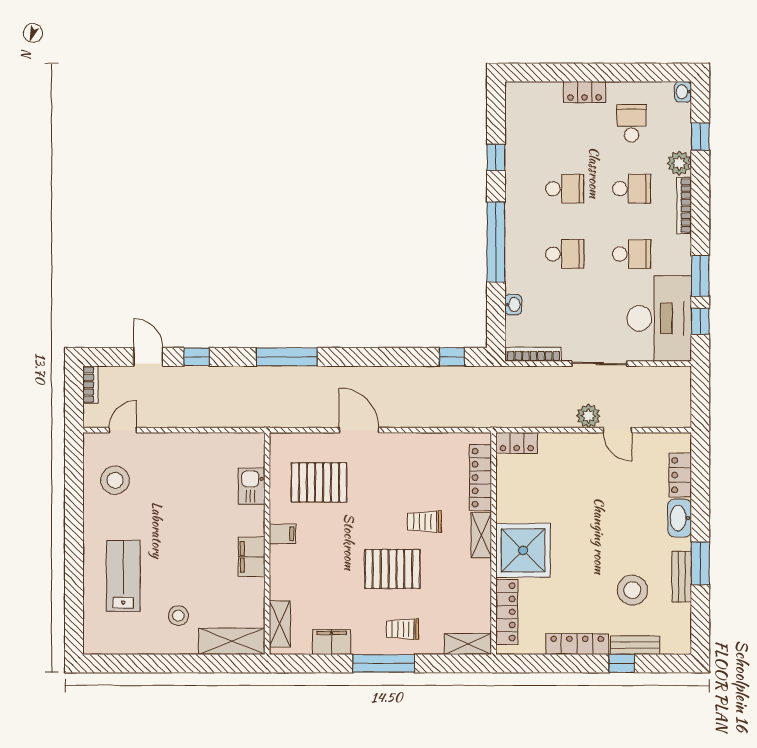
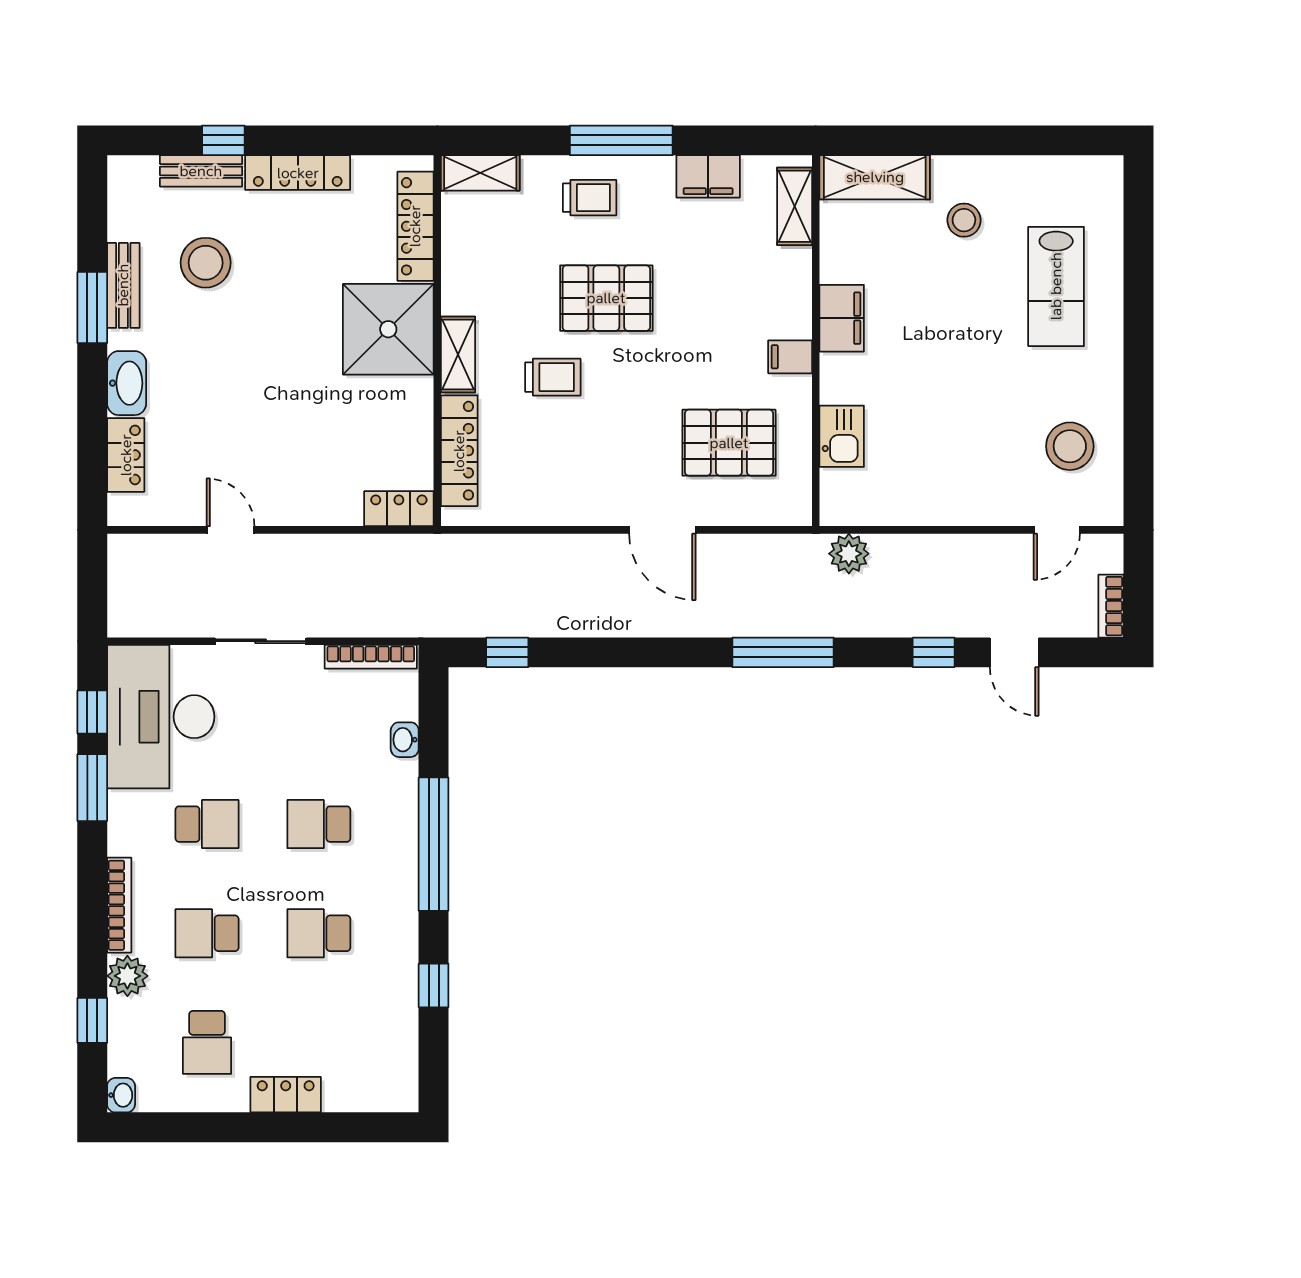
school desk: (632, 254) -> (207, 824), turned 180
plant: (588, 416) -> (849, 554), moved

